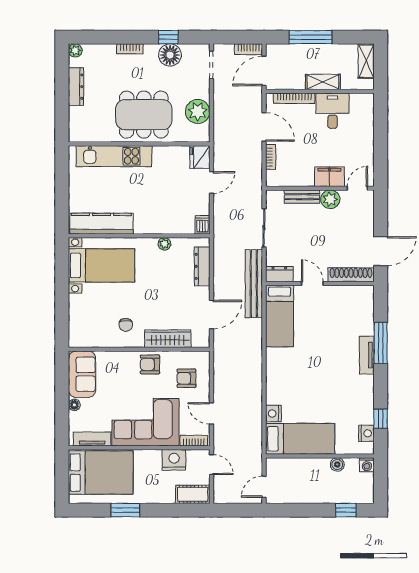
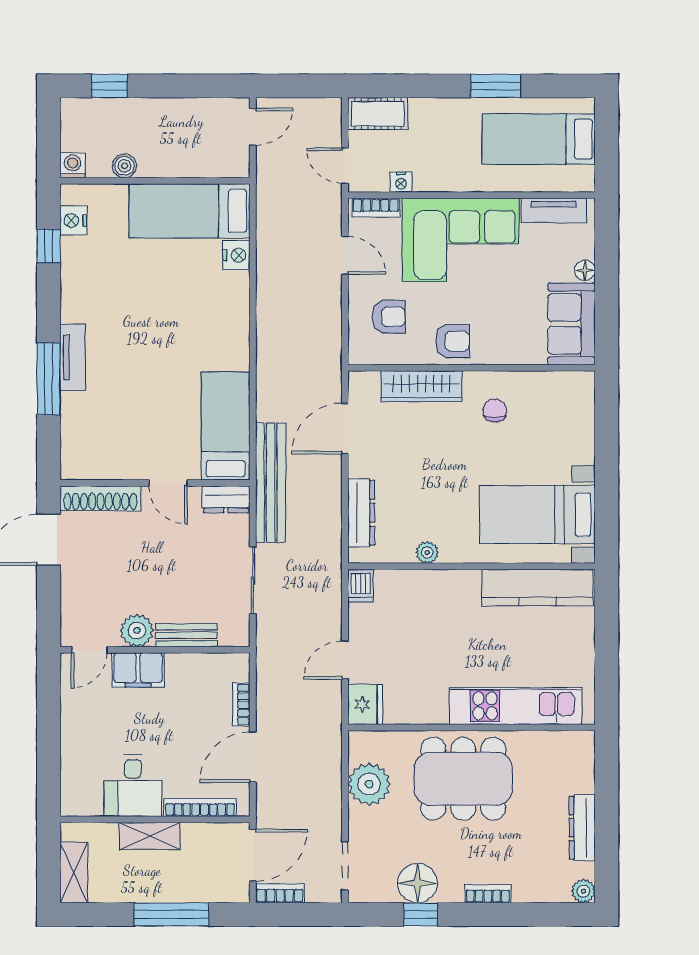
door: (264, 127) -> (253, 757), hinge flipped
nightstand: (174, 460) -> (401, 182), width x0.53, depth x0.56
bed: (101, 473) -> (539, 139), width x0.67

